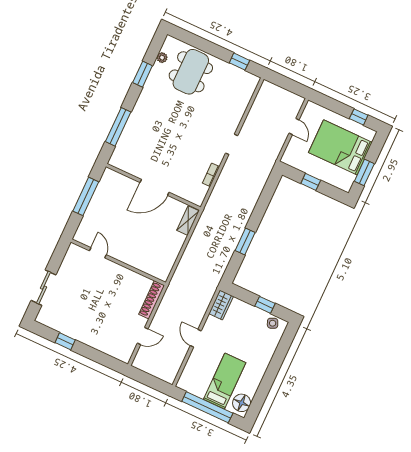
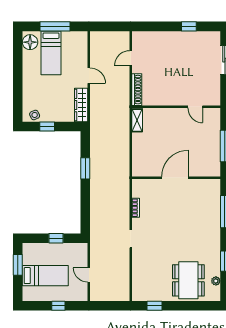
window: (359, 117) -> (58, 306), moved
bed: (340, 147) -> (45, 276), width x0.67
shelving: (188, 221) -> (137, 120), moved
wardrobe: (221, 305) -> (81, 105), width x1.50
window: (207, 407) -> (55, 26), width x0.68

